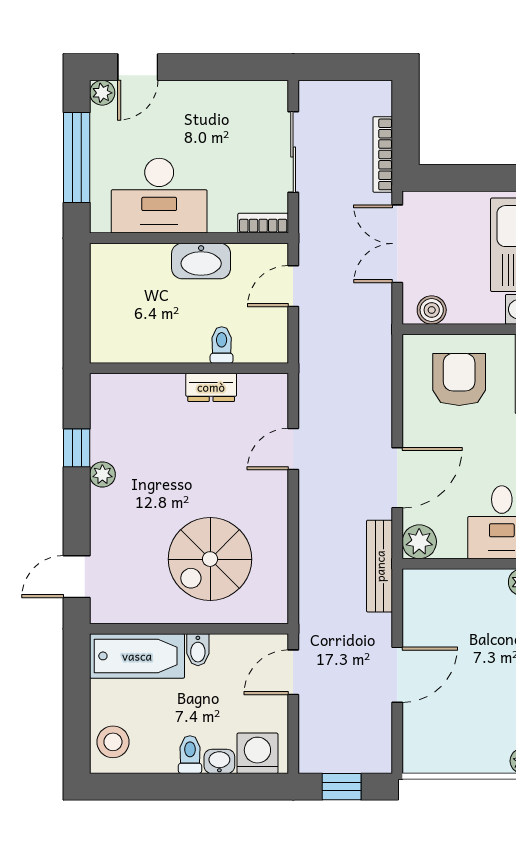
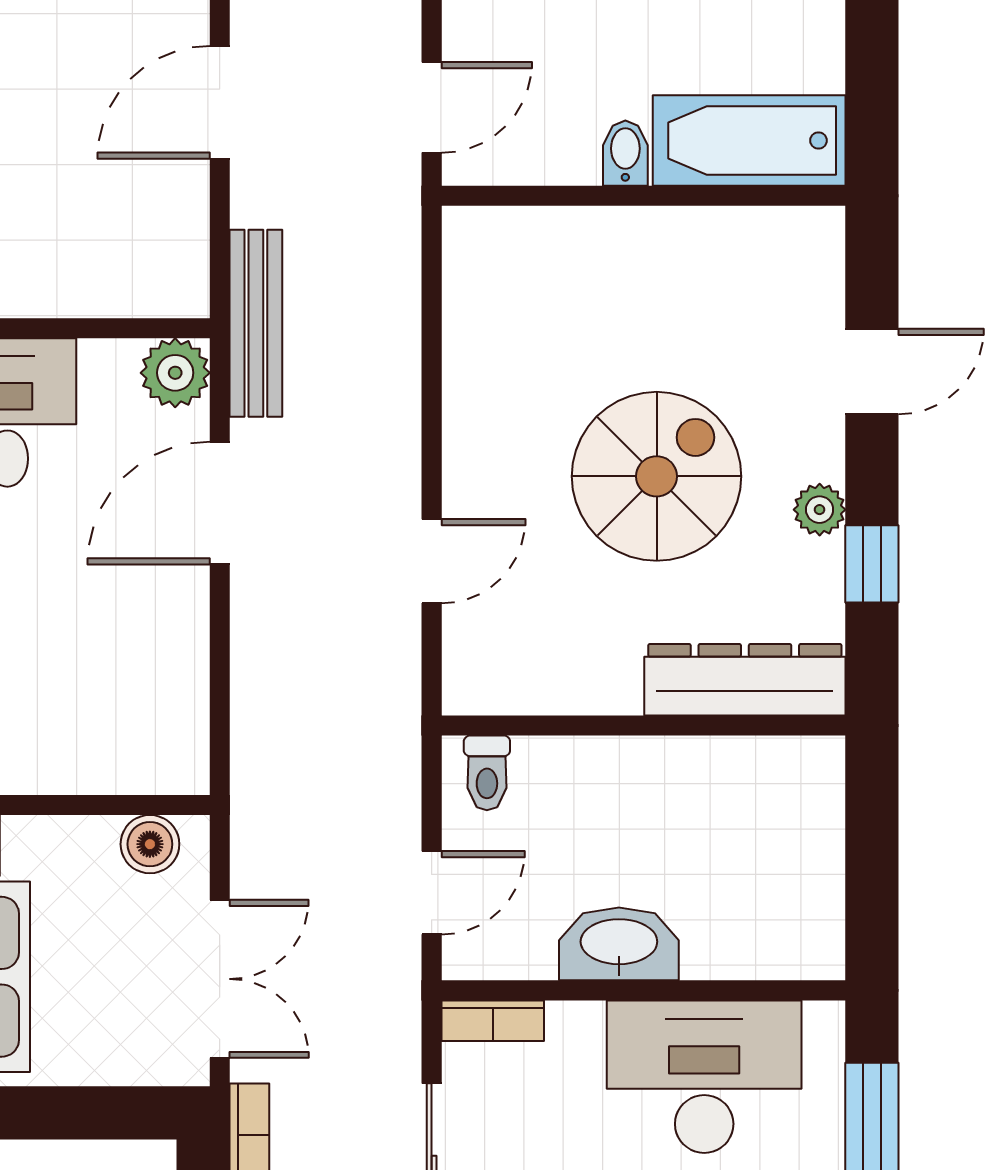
toilet: (222, 345) -> (487, 773), moved
armchair: (459, 380) -> (94, 703), removed
dresser: (211, 387) -> (745, 680), moved, width x1.96, depth x1.24
spiral stairs: (210, 559) -> (657, 476), moved
door: (77, 577) -> (872, 372), moved

